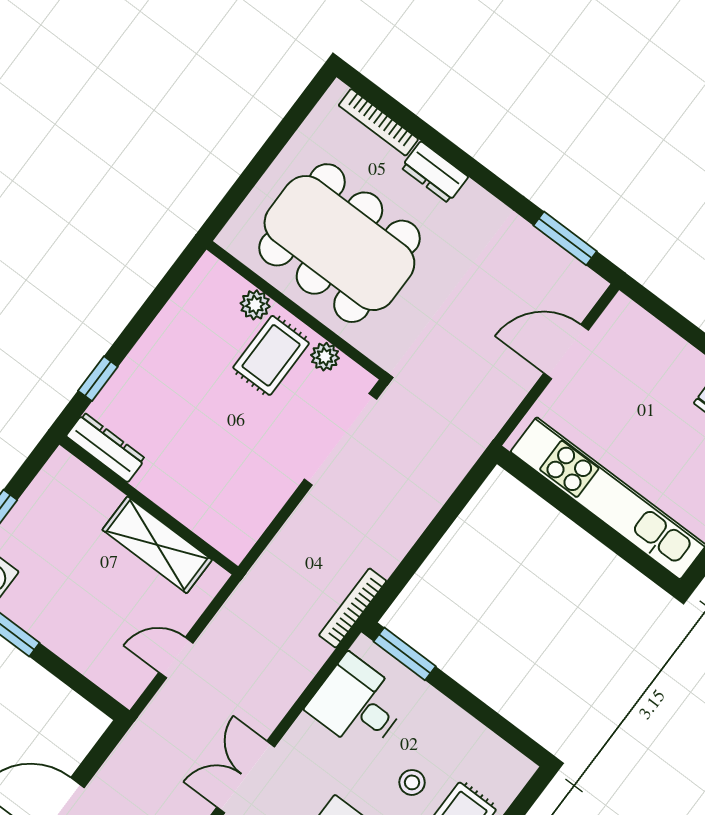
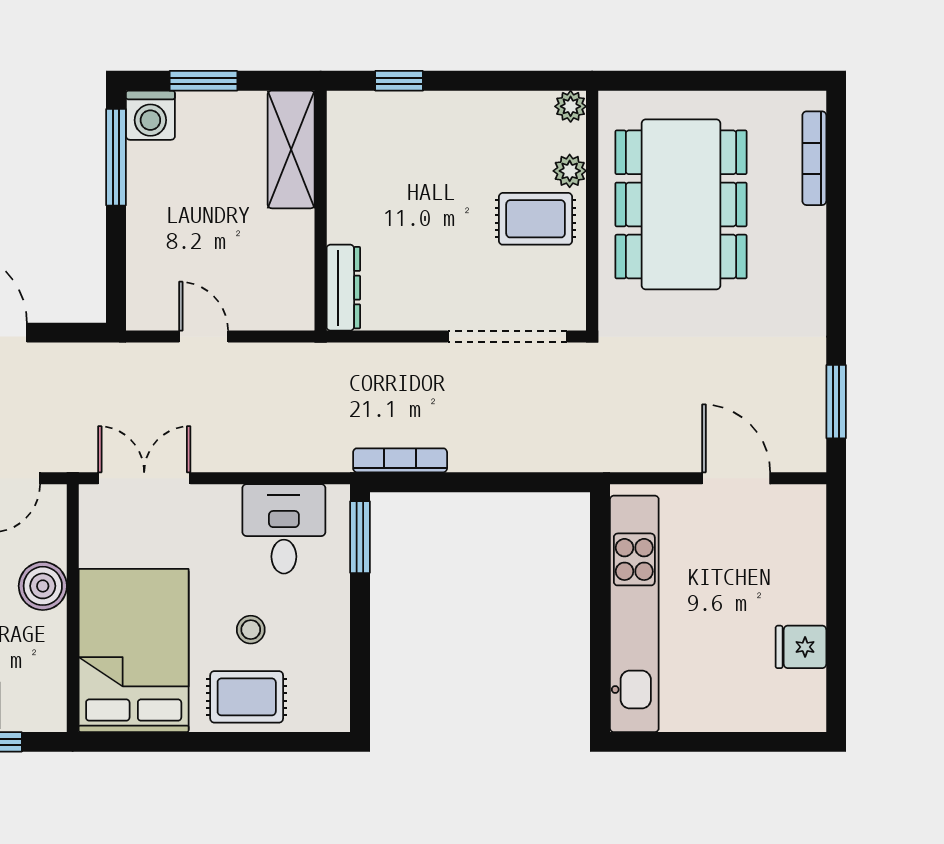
dresser: (435, 172) -> (808, 241), removed
plant: (325, 357) -> (571, 106), moved
dresser: (106, 447) -> (343, 288), moved
shelving: (157, 545) -> (291, 149), moved
bookcase: (353, 608) -> (400, 460), moved

